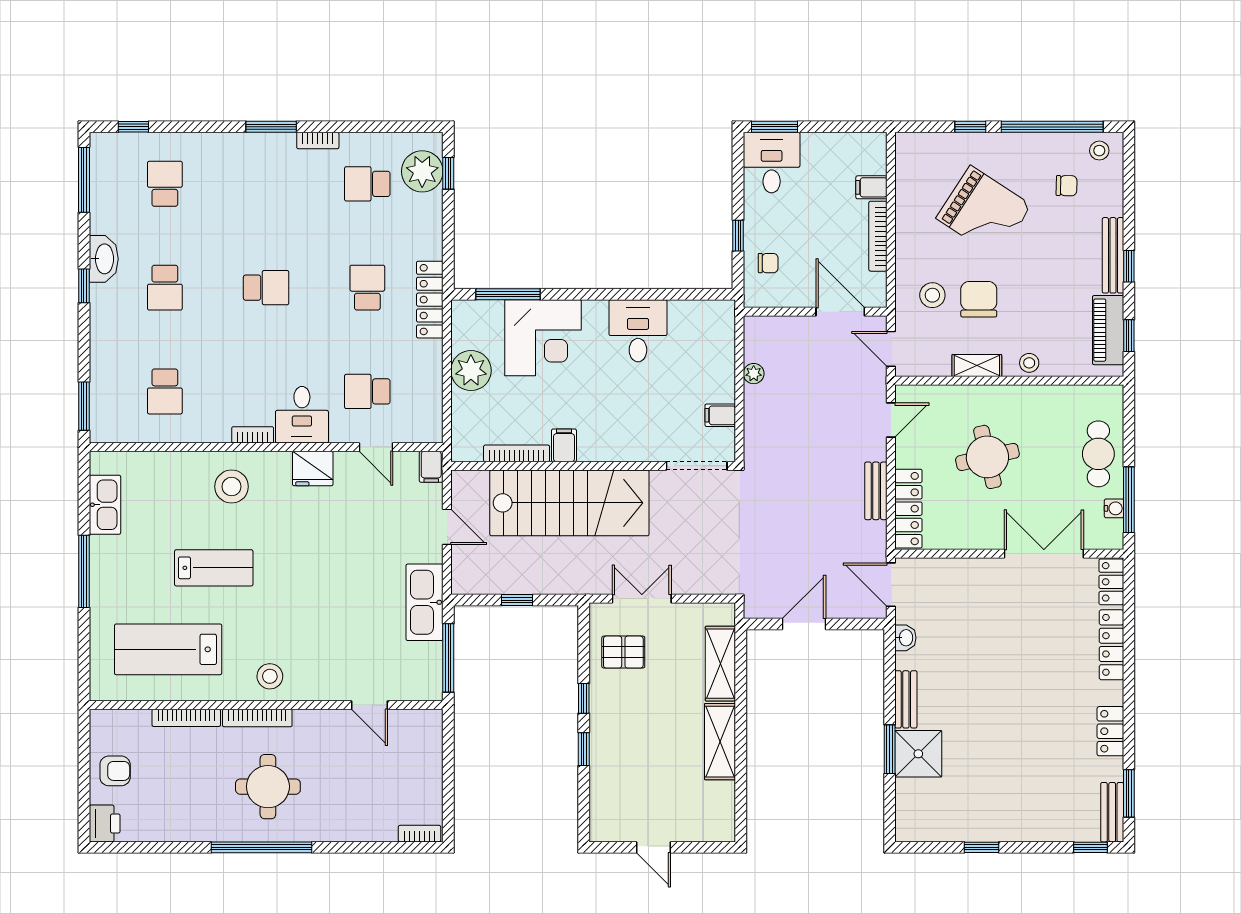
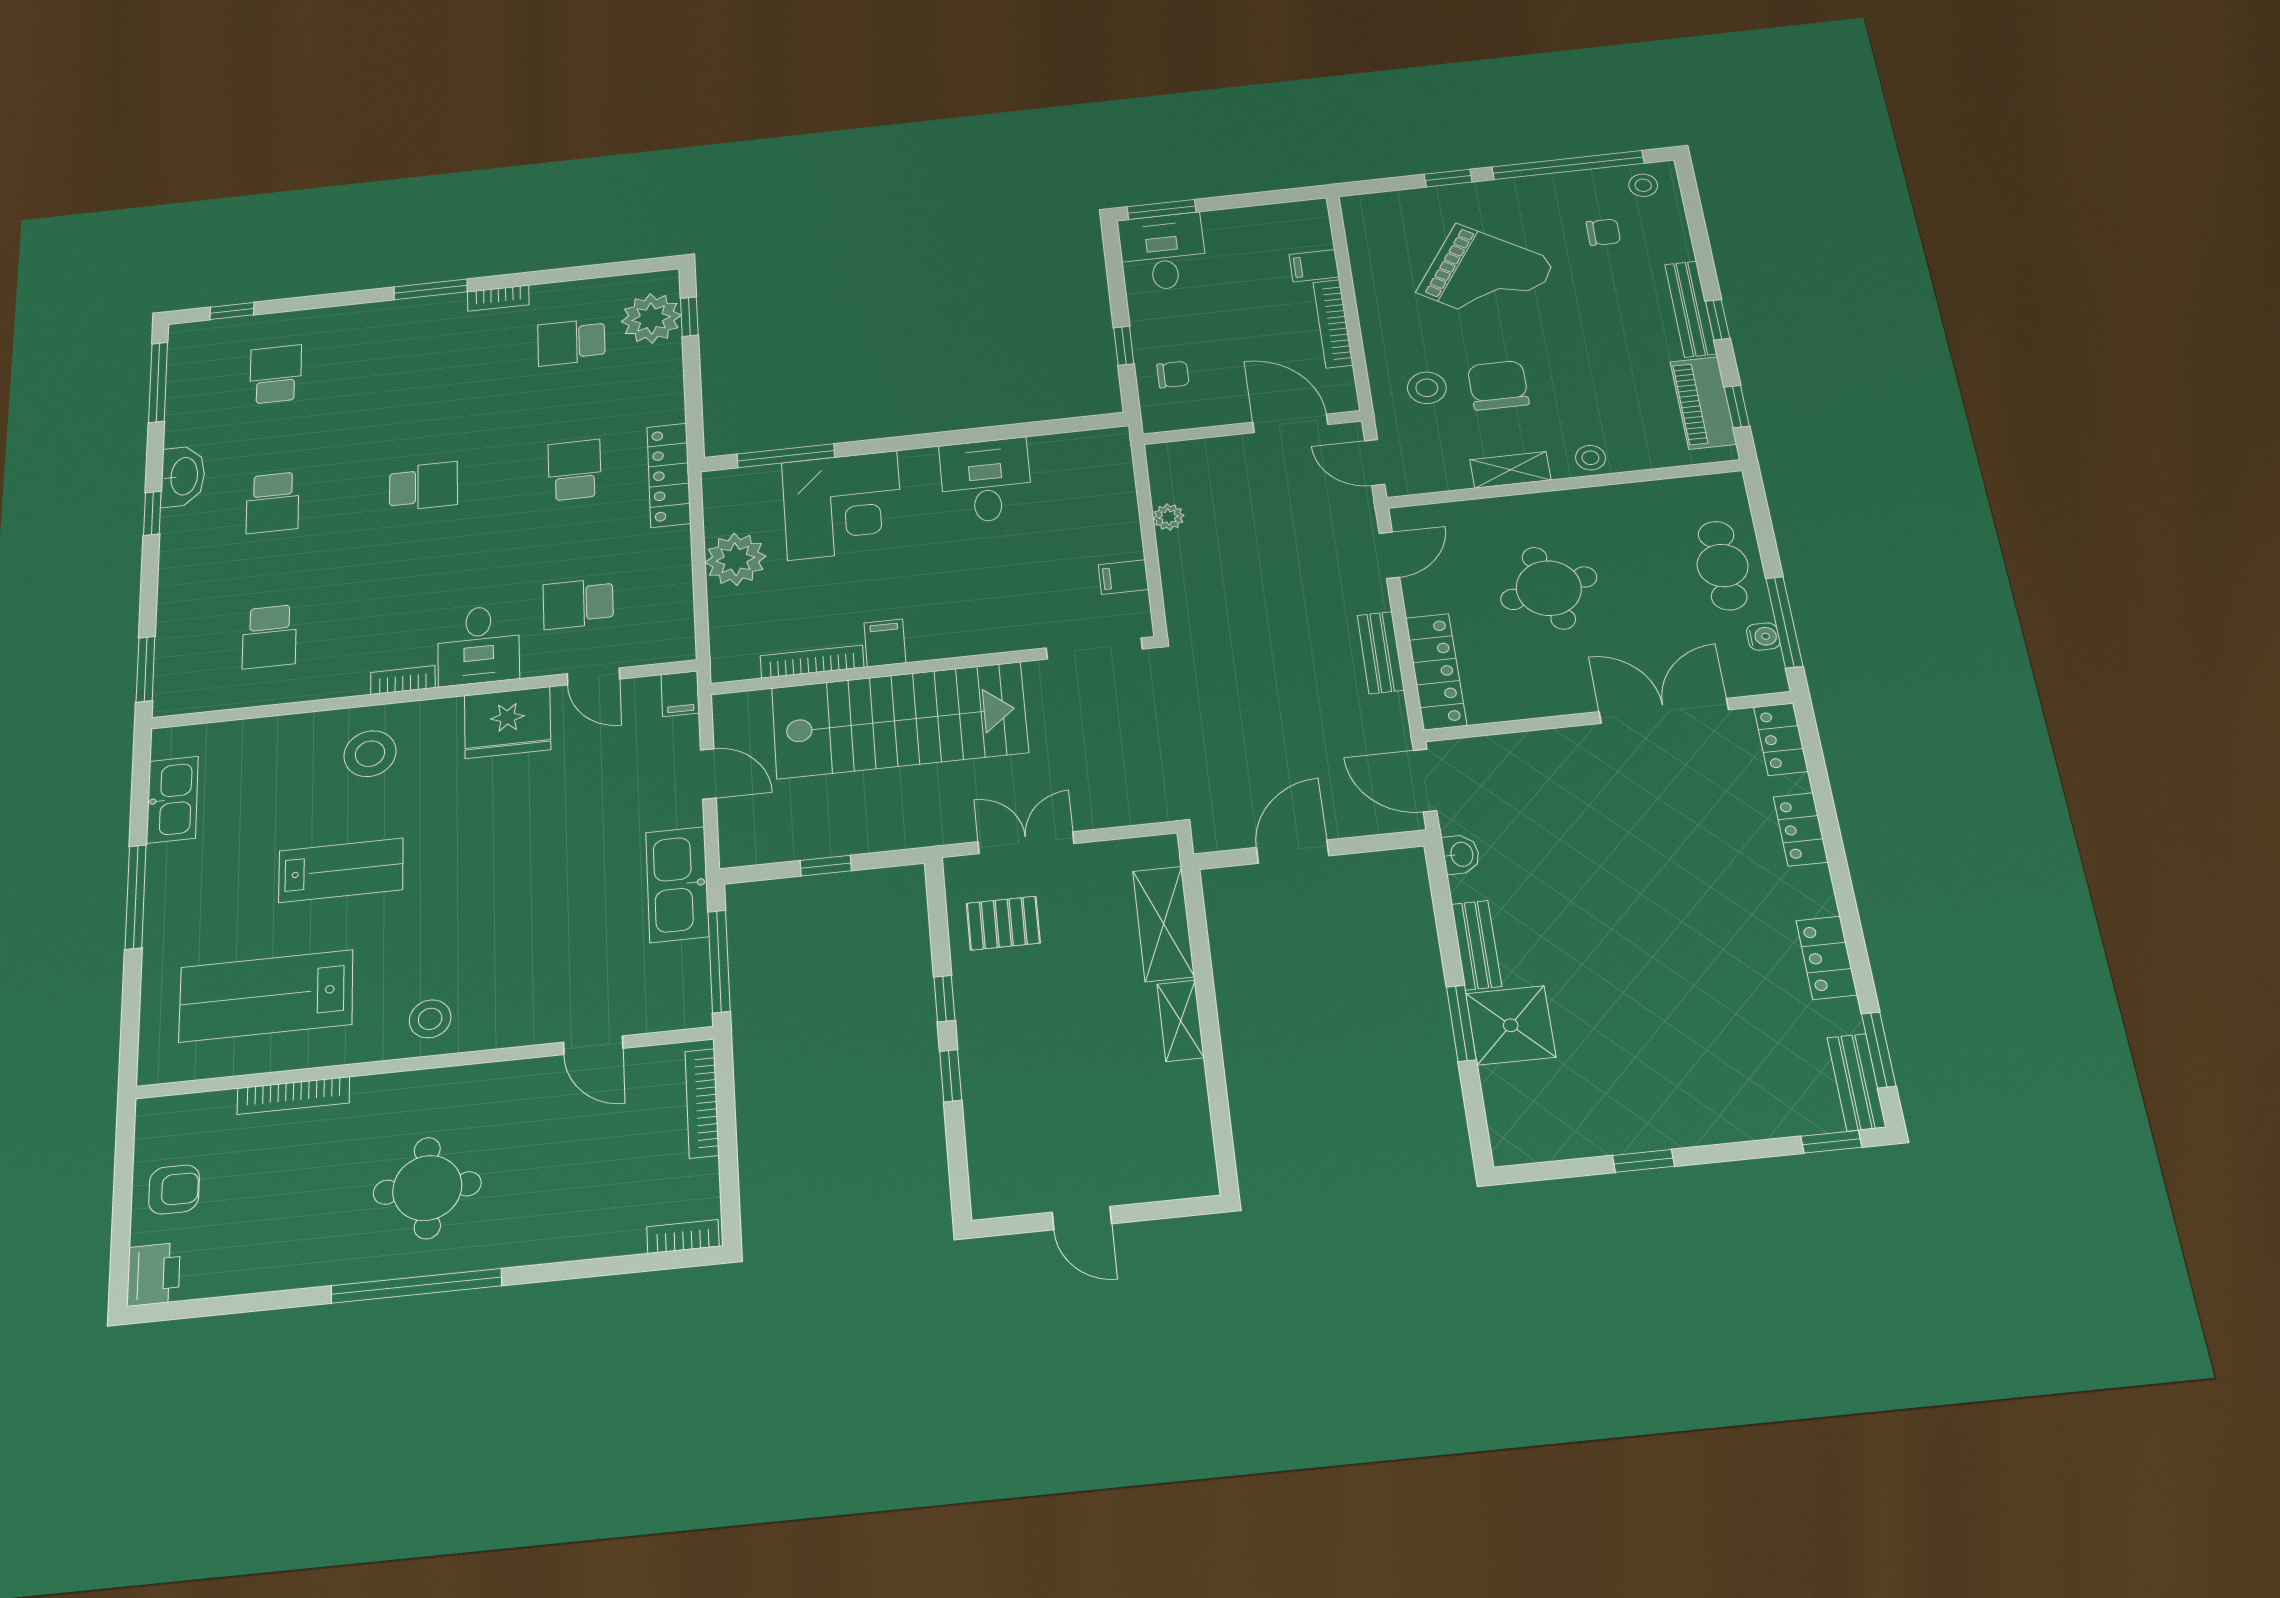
fridge: (313, 469) -> (508, 722), width x1.36, depth x1.34
locker: (1111, 645) -> (1801, 829), width x0.66
bookcase: (257, 718) -> (702, 1103), moved, turned 90
shelving: (720, 742) -> (1180, 1021), width x0.67, depth x0.75

